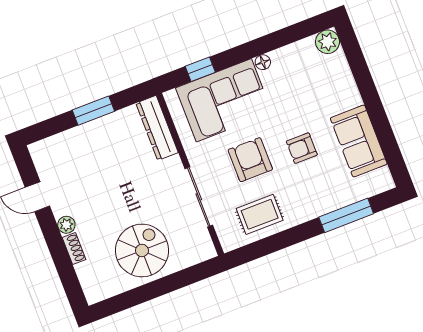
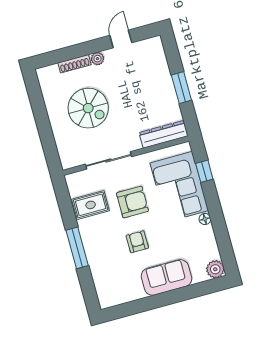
sofa: (359, 141) -> (166, 277), moved
rug: (260, 214) -> (91, 205), turned 90
window: (346, 215) -> (77, 248), moved
shoe rack: (74, 249) -> (74, 64), width x1.43
spiral stairs: (142, 250) -> (88, 108), moved

